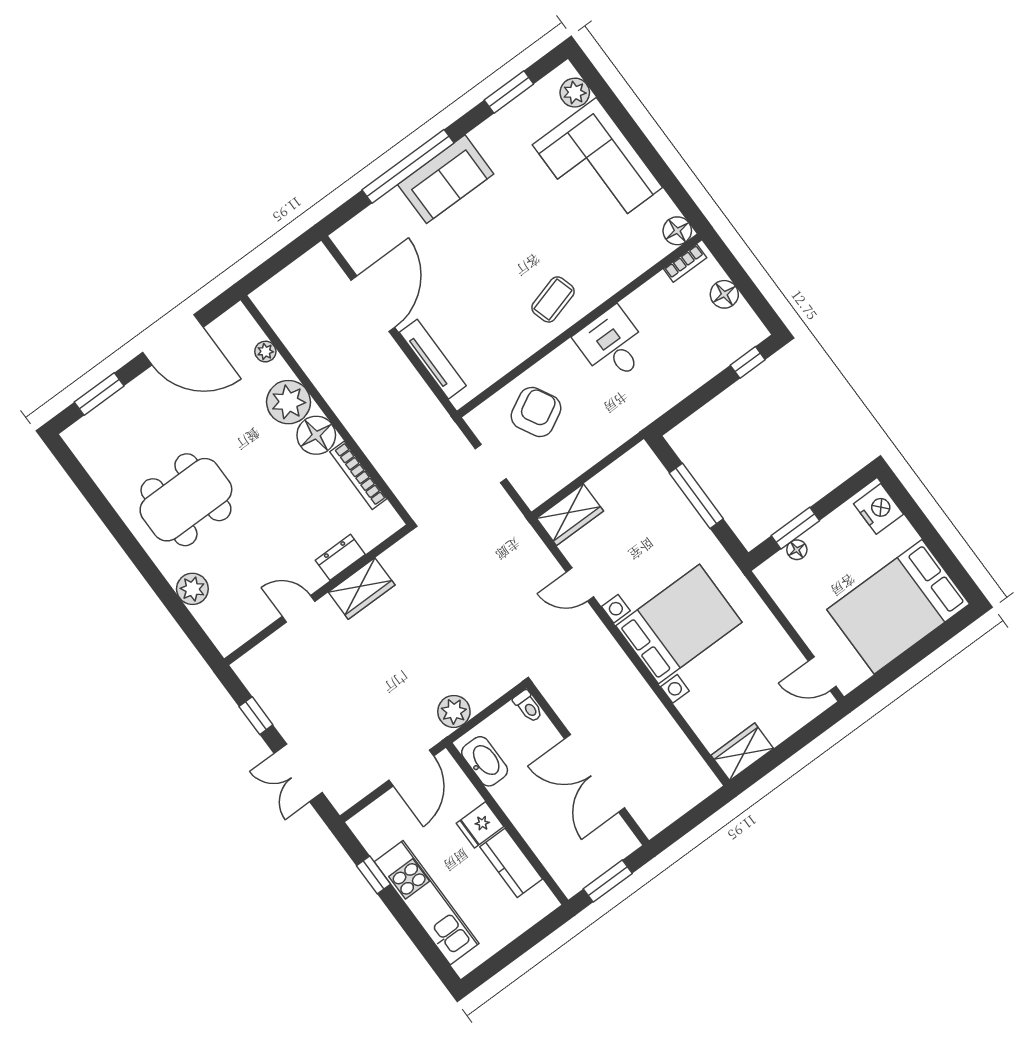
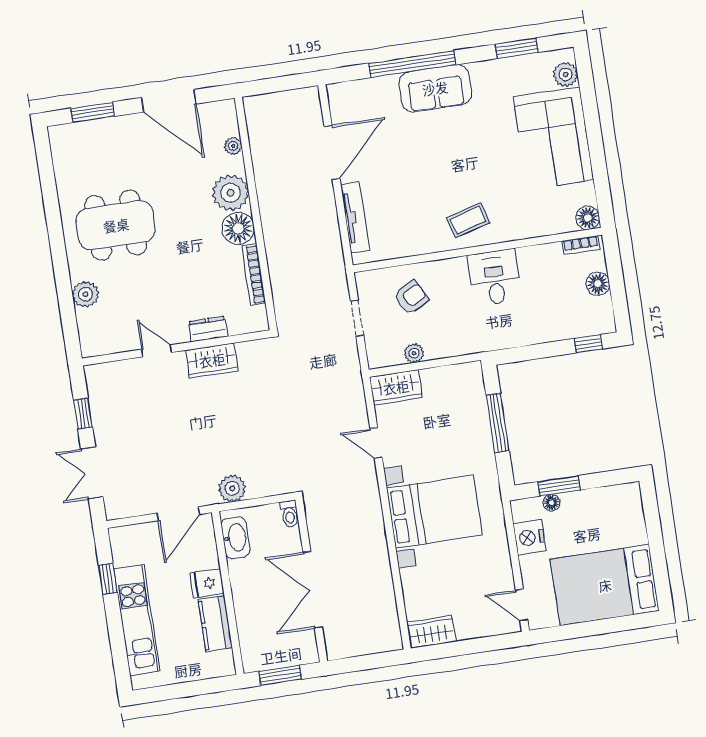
armchair: (536, 412) -> (411, 297), width x0.72, depth x0.72
plant: (570, 469) -> (414, 353), added
nightstand: (879, 509) -> (530, 538), moved, turned 180

